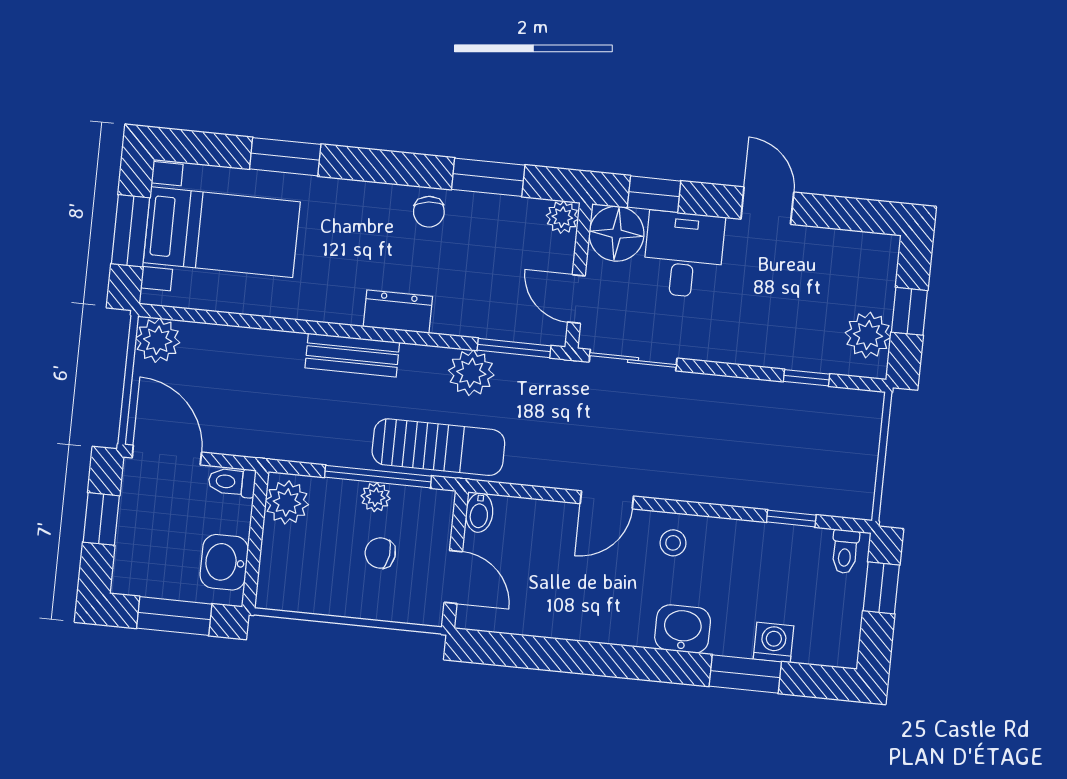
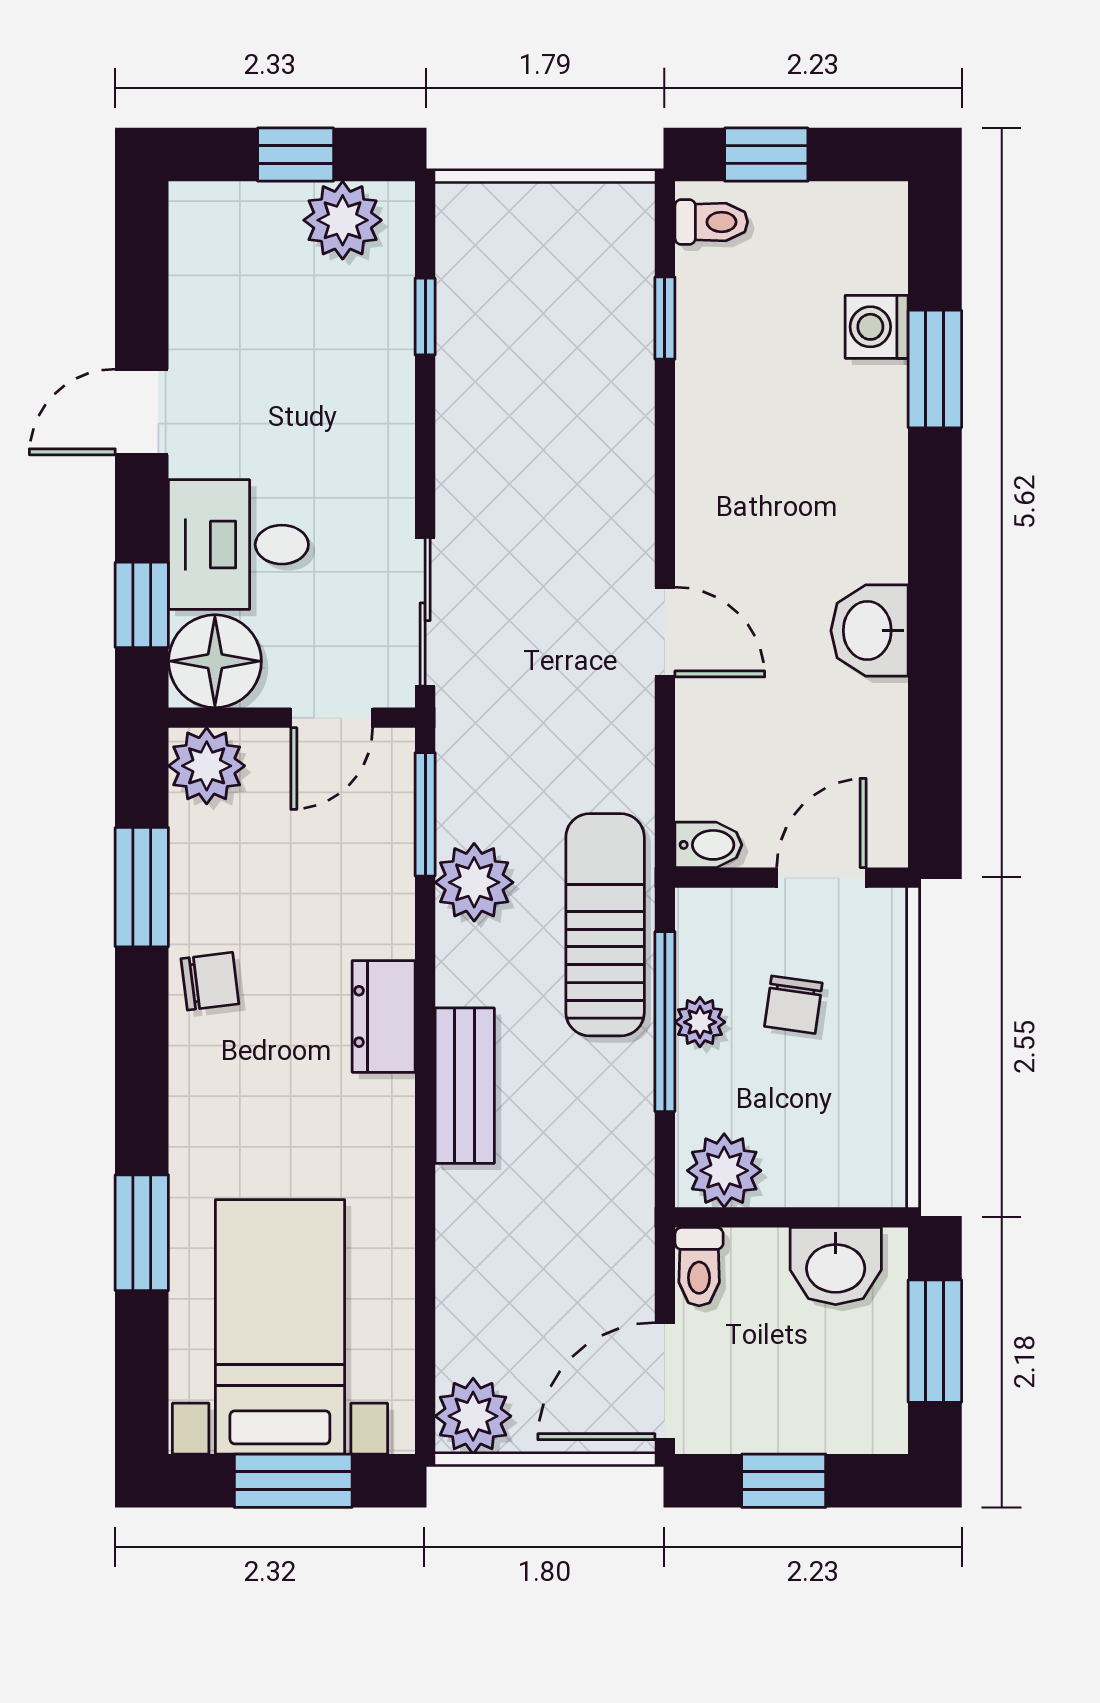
plant: (562, 217) -> (207, 766), width x1.38, depth x1.38
stool: (673, 543) -> (726, 513), removed
washbasin: (683, 629) -> (870, 631), moved

